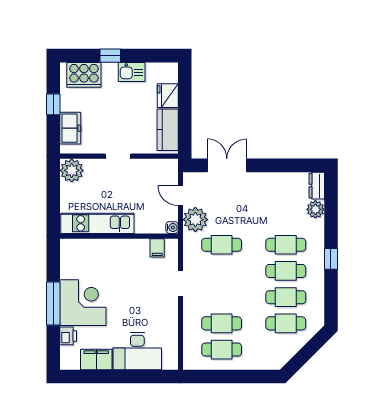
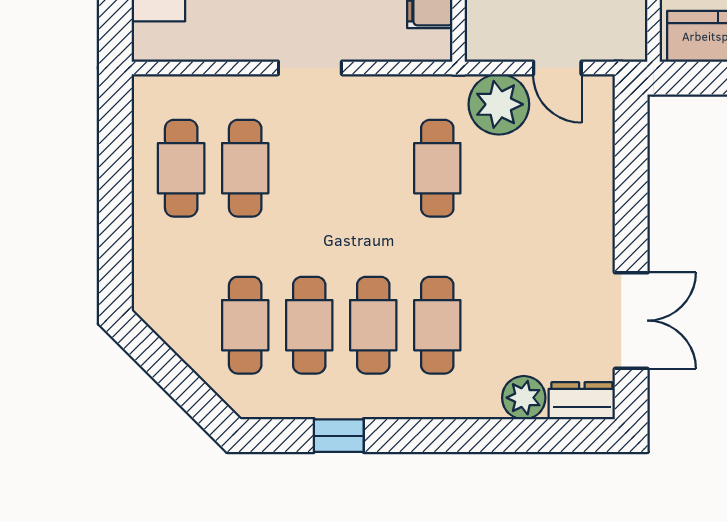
double door: (227, 165) -> (631, 321), moved
door: (181, 196) -> (557, 68), swing flipped
water cooler: (172, 228) -> (479, 47), removed
window: (331, 259) -> (339, 436), moved
doorway: (181, 283) -> (310, 68), moved

